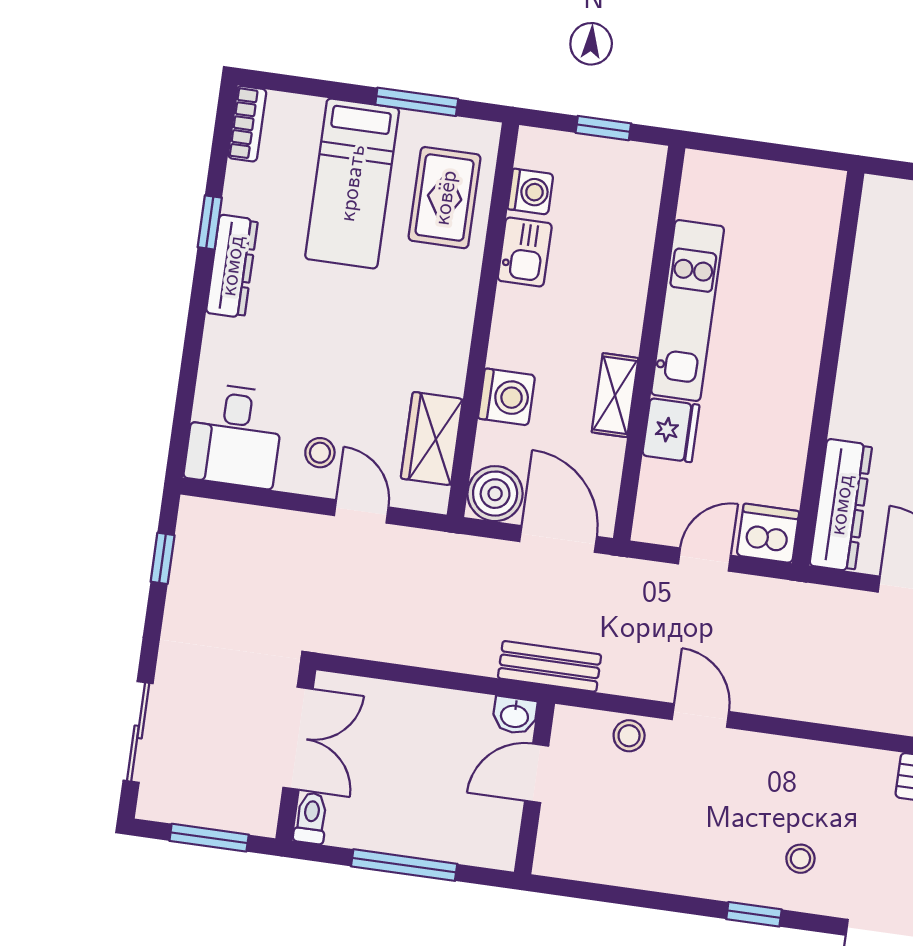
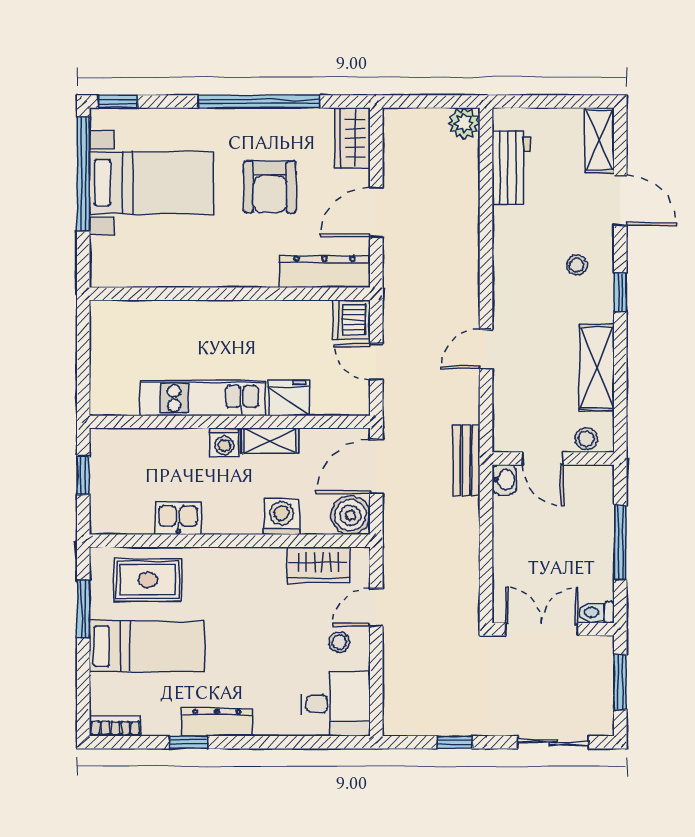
washing machine: (530, 192) -> (224, 443), moved, turned 180
window: (163, 558) -> (455, 742), moved
stool: (629, 736) -> (586, 439), moved
shelving: (653, 867) -> (597, 368), added

